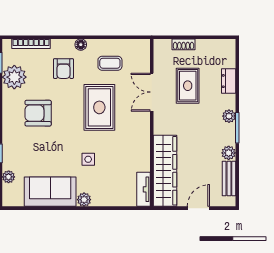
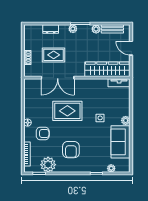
coffee table: (110, 63) -> (39, 104), removed
double door: (152, 92) -> (58, 78), width x1.37

